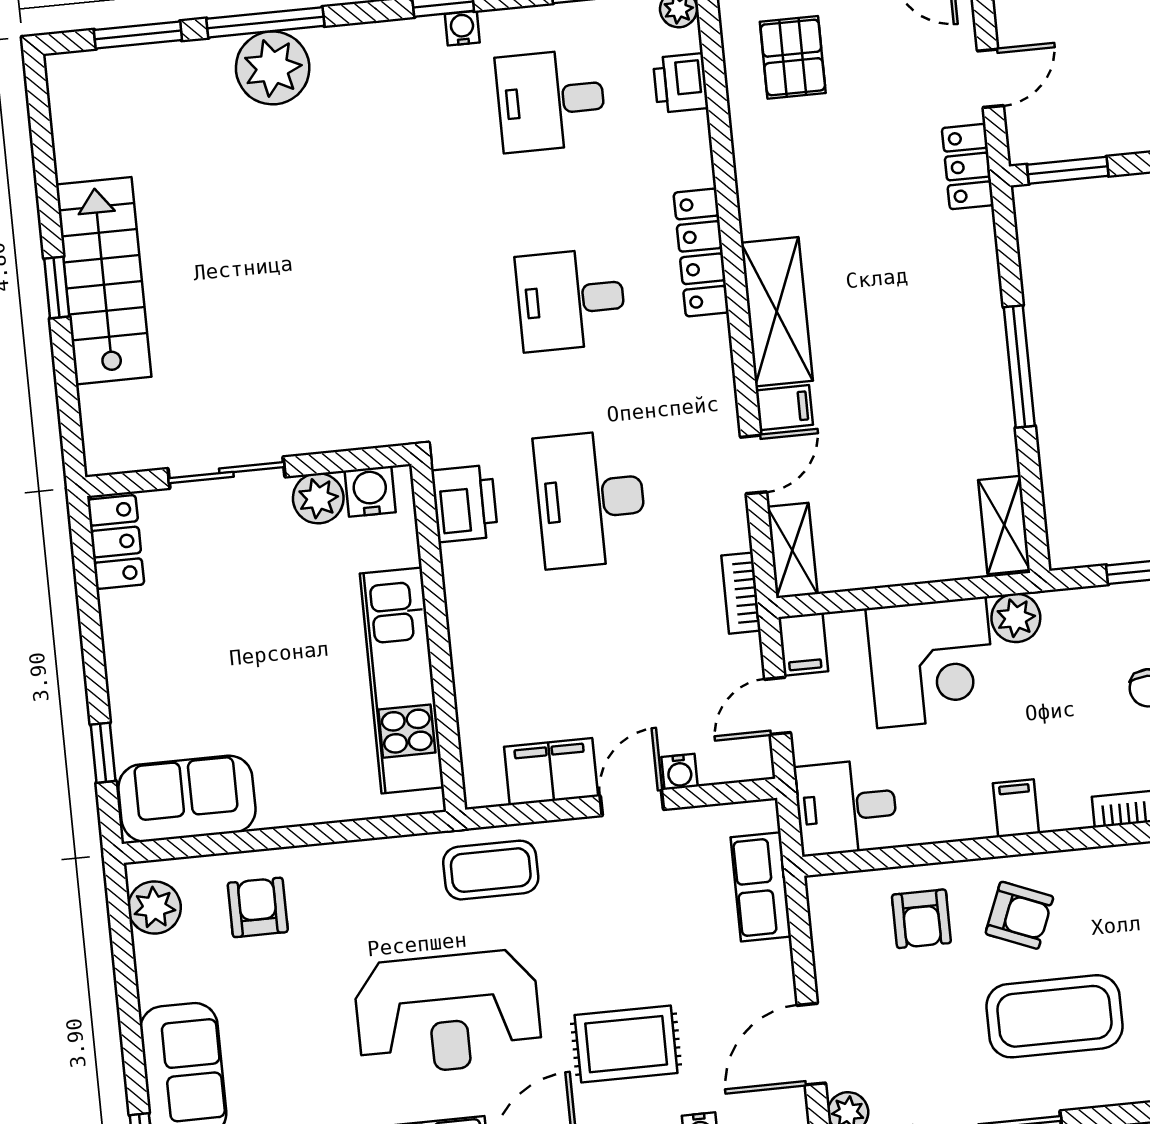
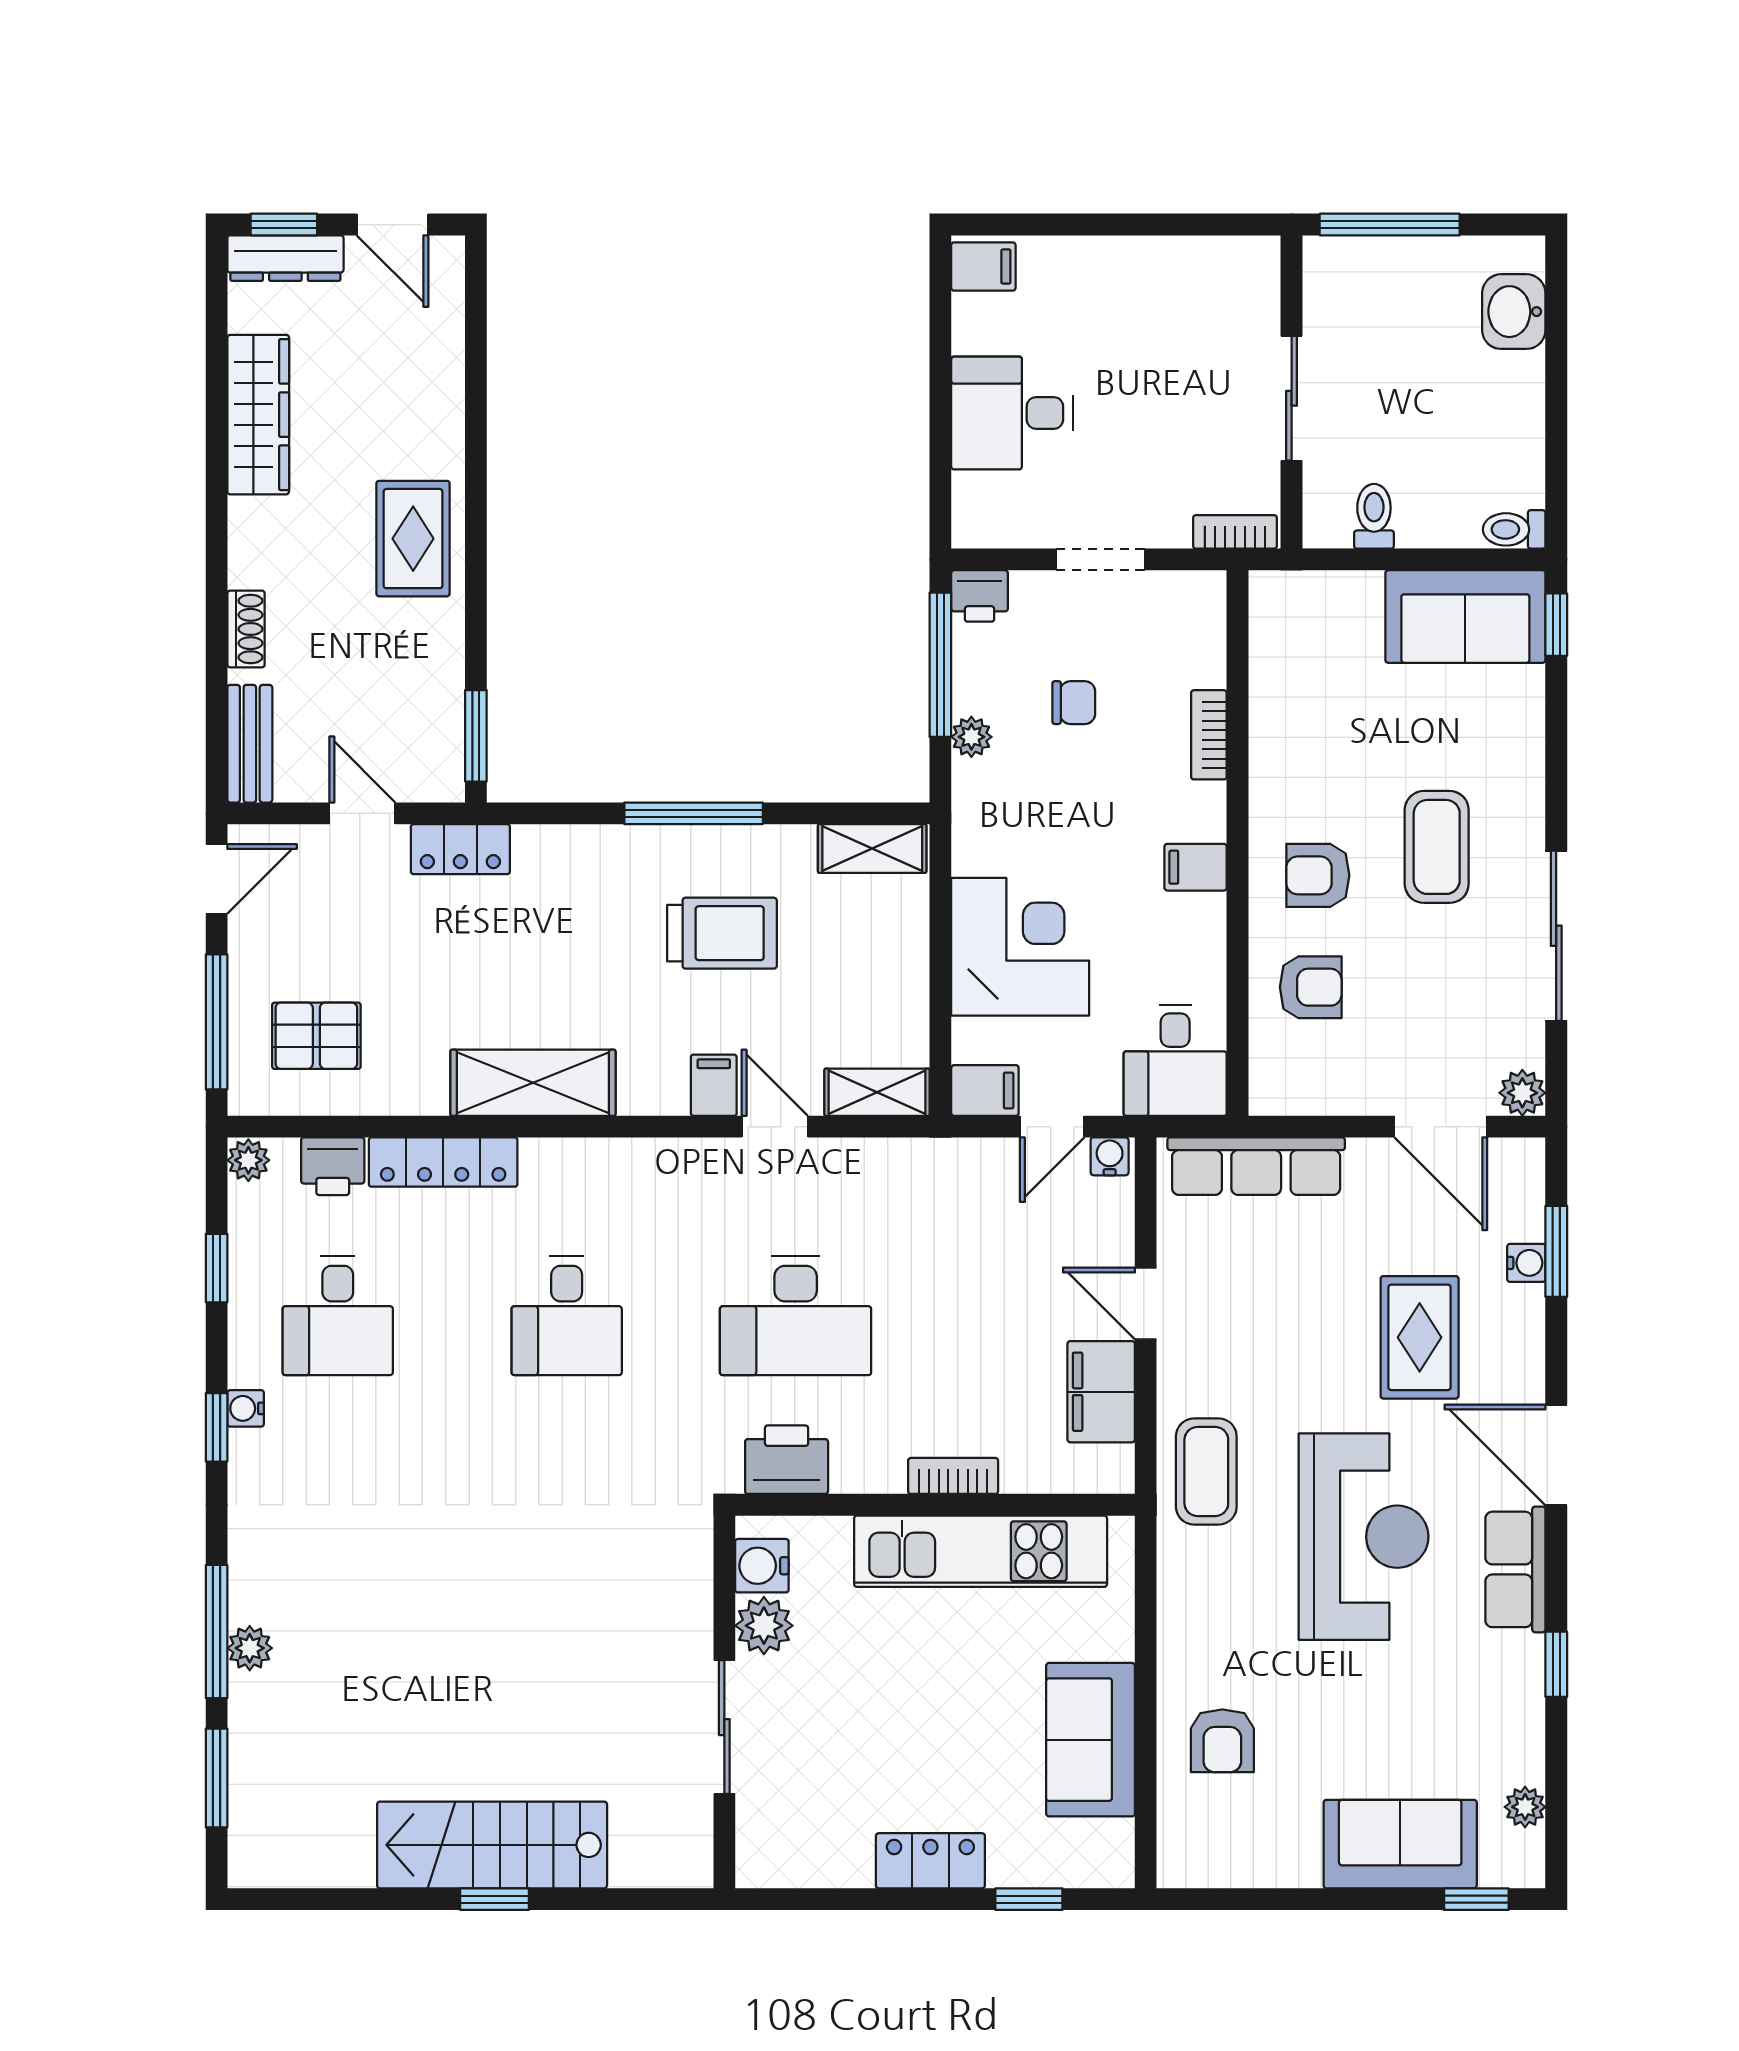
plant: (273, 68) -> (250, 1648), width x0.53, depth x0.53
locker: (701, 253) -> (443, 1162), moved
shelving: (777, 312) -> (533, 1083), moved
trolley: (917, 402) -> (722, 933), added
locker: (116, 542) -> (930, 1861), moved
bookcase: (741, 593) -> (953, 1476), moved, turned 180
plant: (1016, 618) -> (971, 737), moved, width x0.73, depth x0.73
door: (778, 706) -> (1052, 1127), hinge flipped
water cooler: (680, 772) -> (1110, 1156), moved, turned -90
sofa: (187, 799) -> (1091, 1740), moved
row of seats: (761, 887) -> (1256, 1166), width x1.48
plant: (154, 907) -> (1211, 1858), removed
armchair: (258, 907) -> (1222, 1741), turned -90
armchair: (1019, 915) -> (1318, 875), turned -112
coffee table: (1054, 1016) -> (1437, 847), width x0.73, depth x0.76

